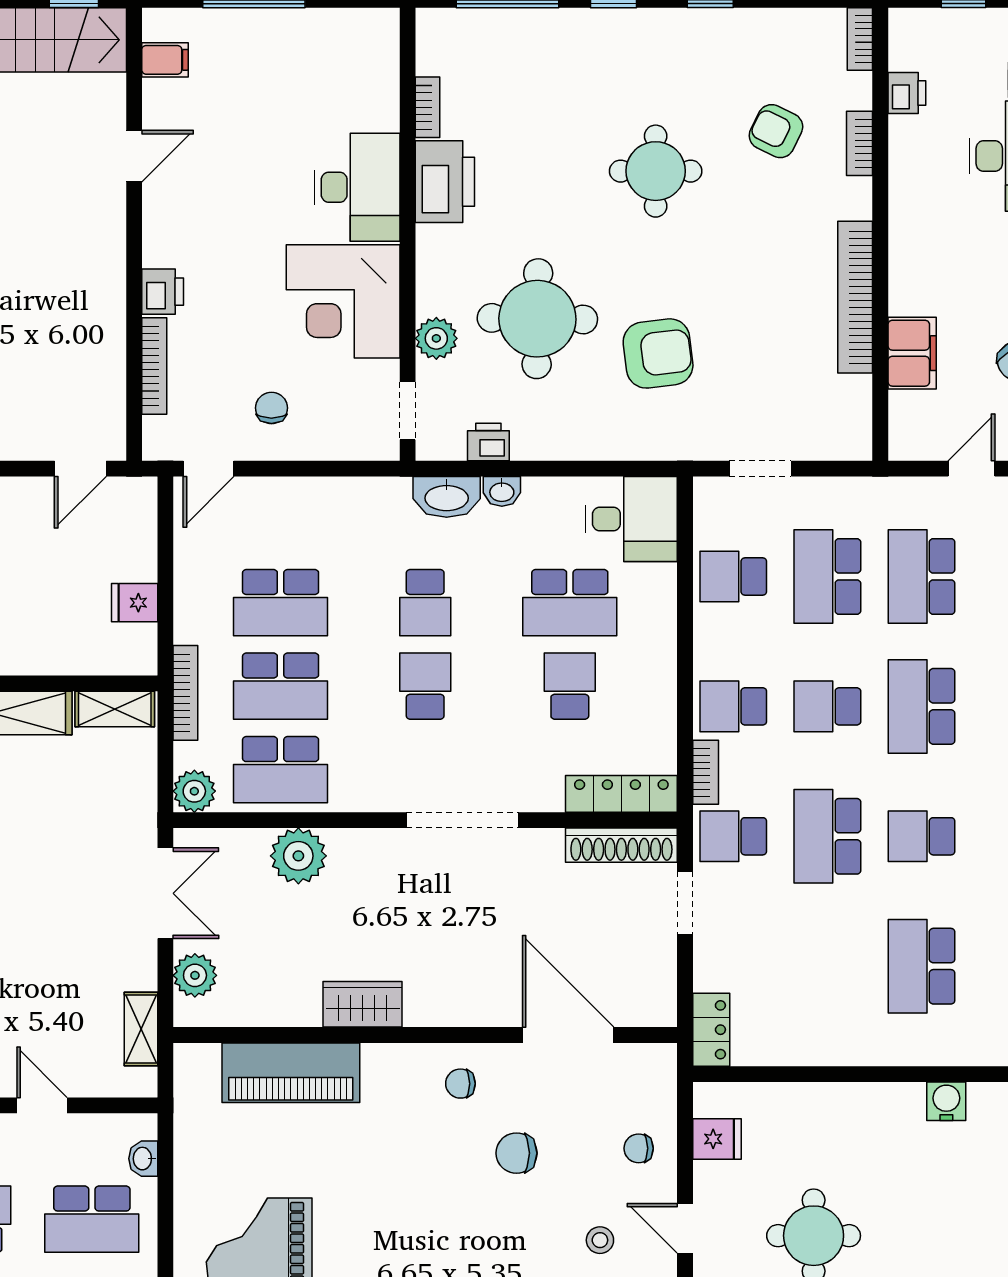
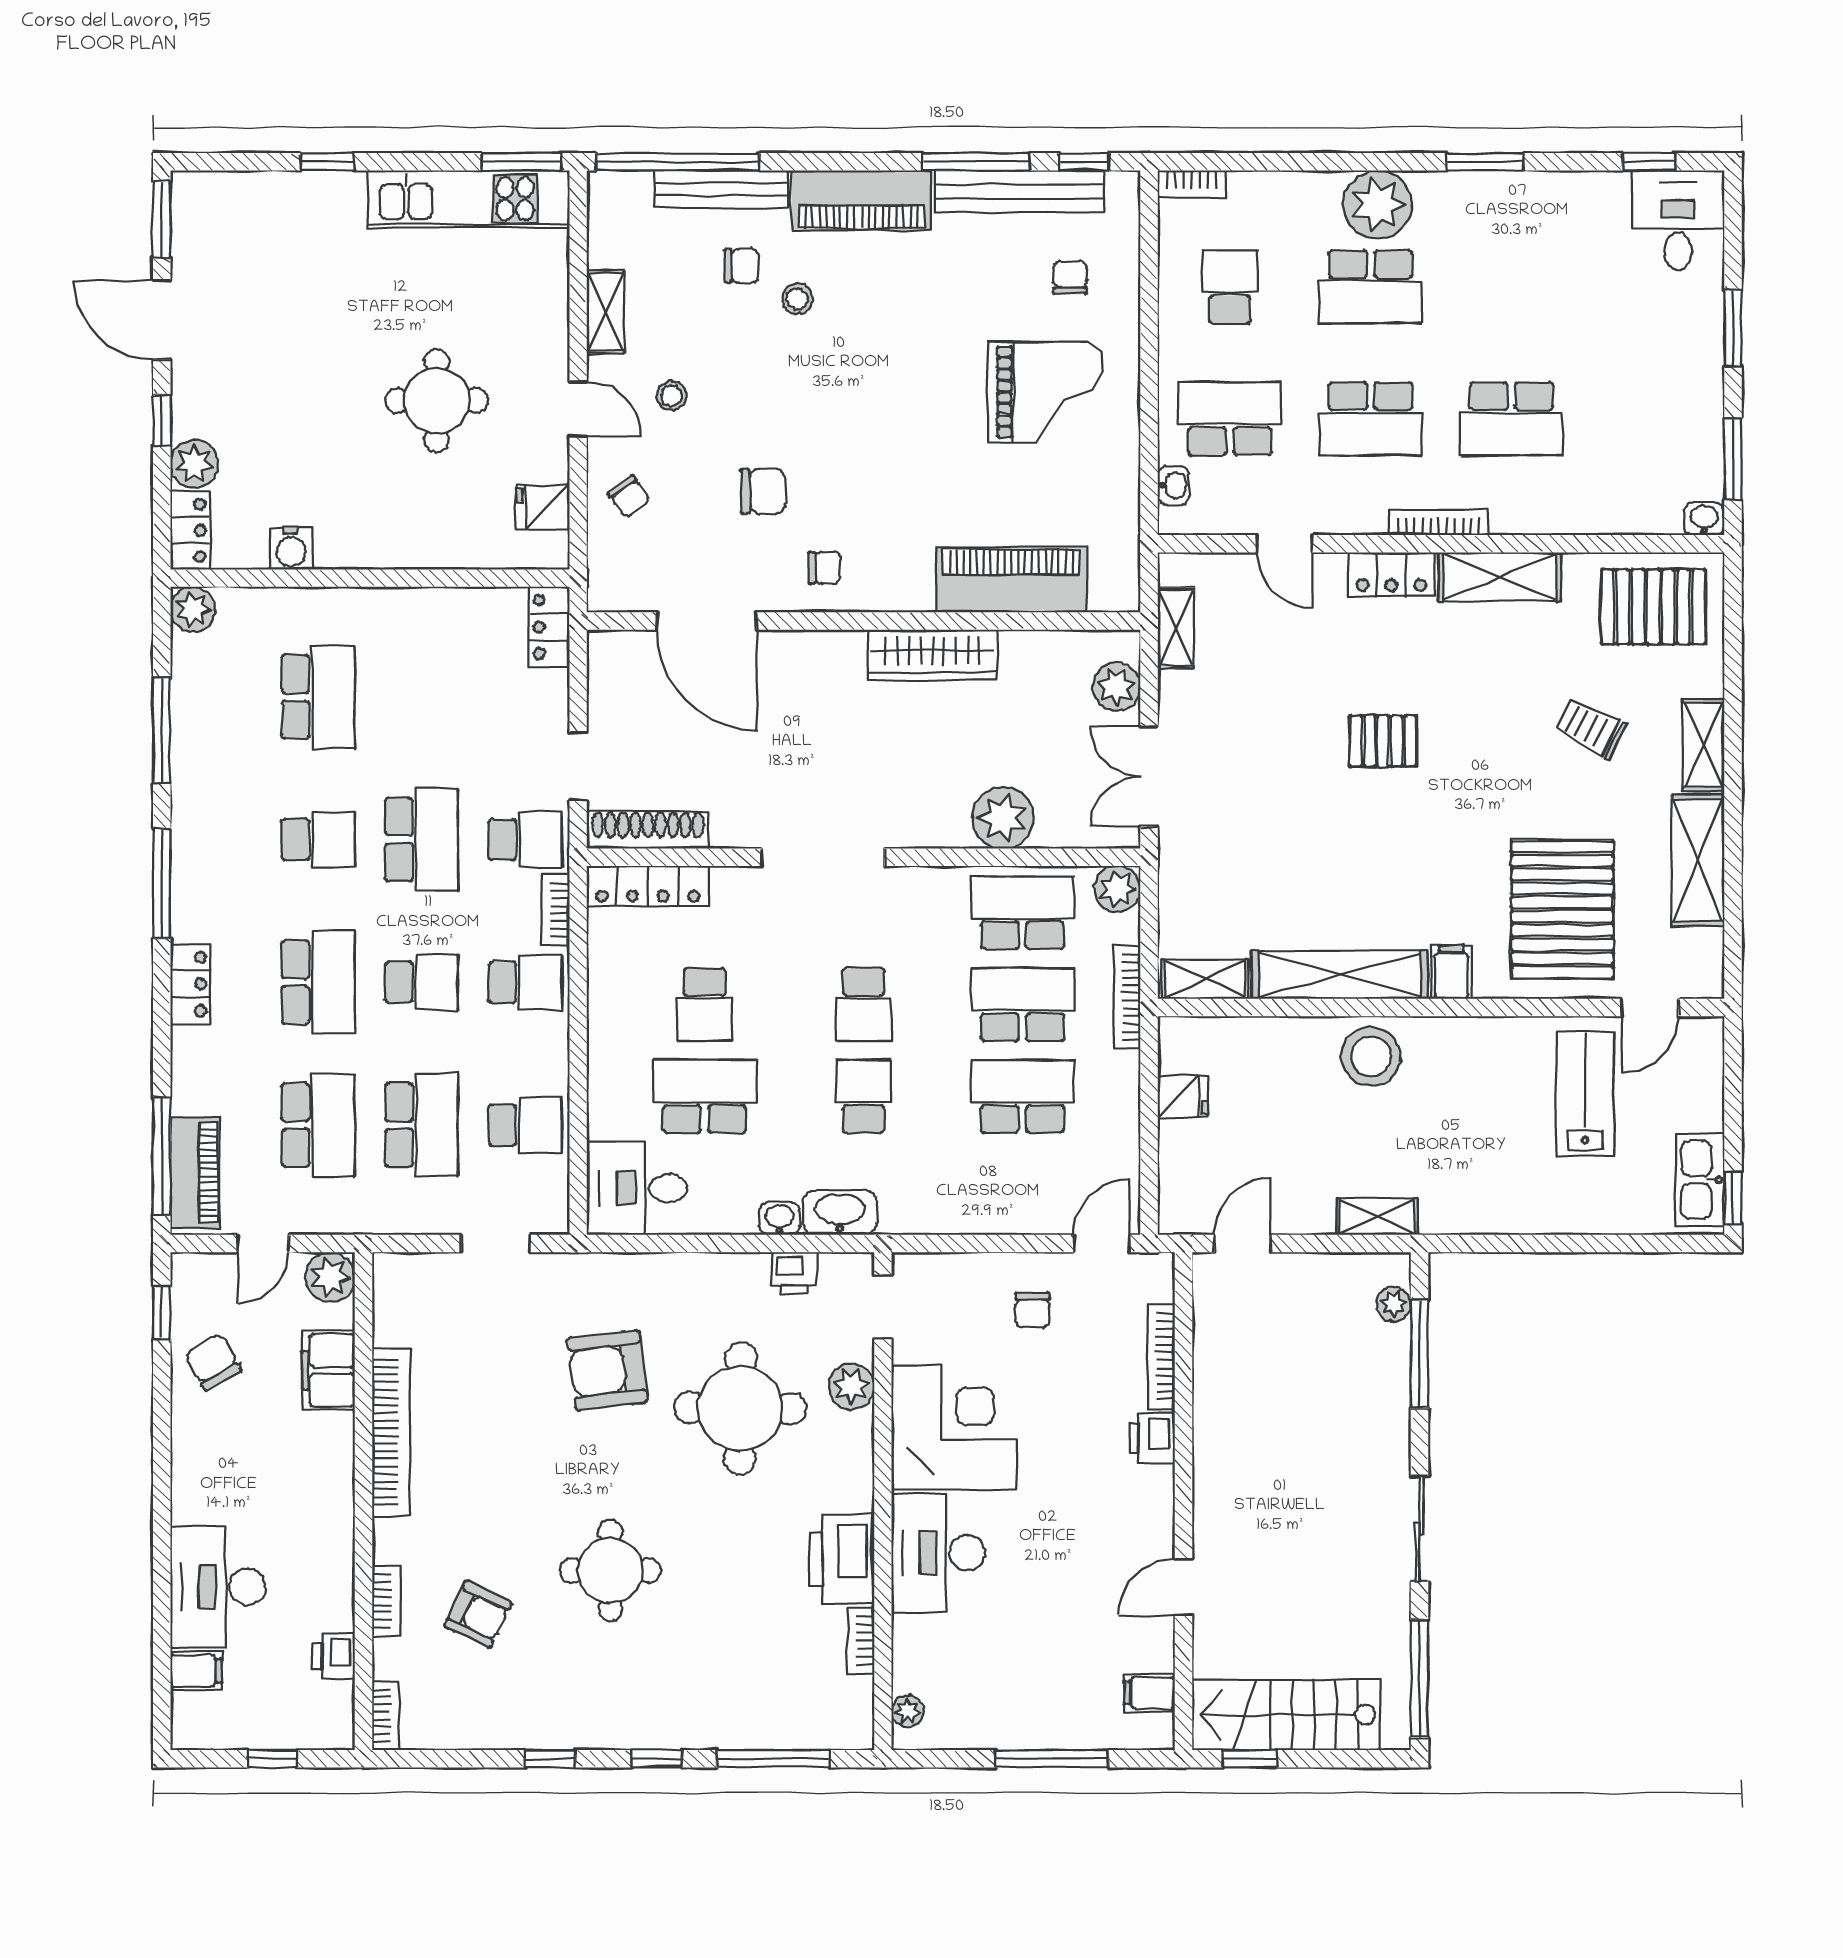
plant: (385, 43) -> (908, 1711), added
plant: (911, 438) -> (330, 1277), added
wardrobe: (363, 1004) -> (932, 655), width x1.50
chair: (639, 1148) -> (629, 496), turned 54

